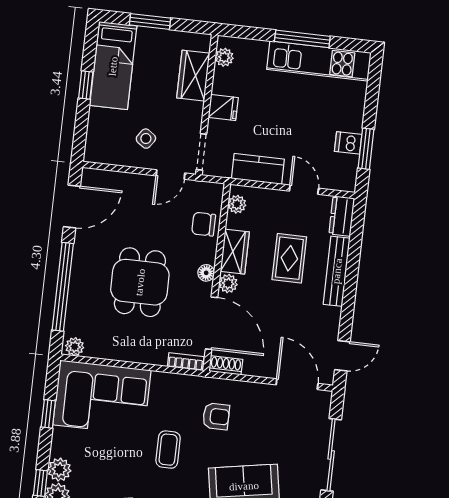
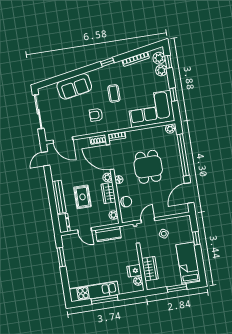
window: (86, 85) -> (196, 238), moved
fridge: (223, 107) -> (134, 271), moved
dishwasher: (348, 143) -> (70, 257), removed

